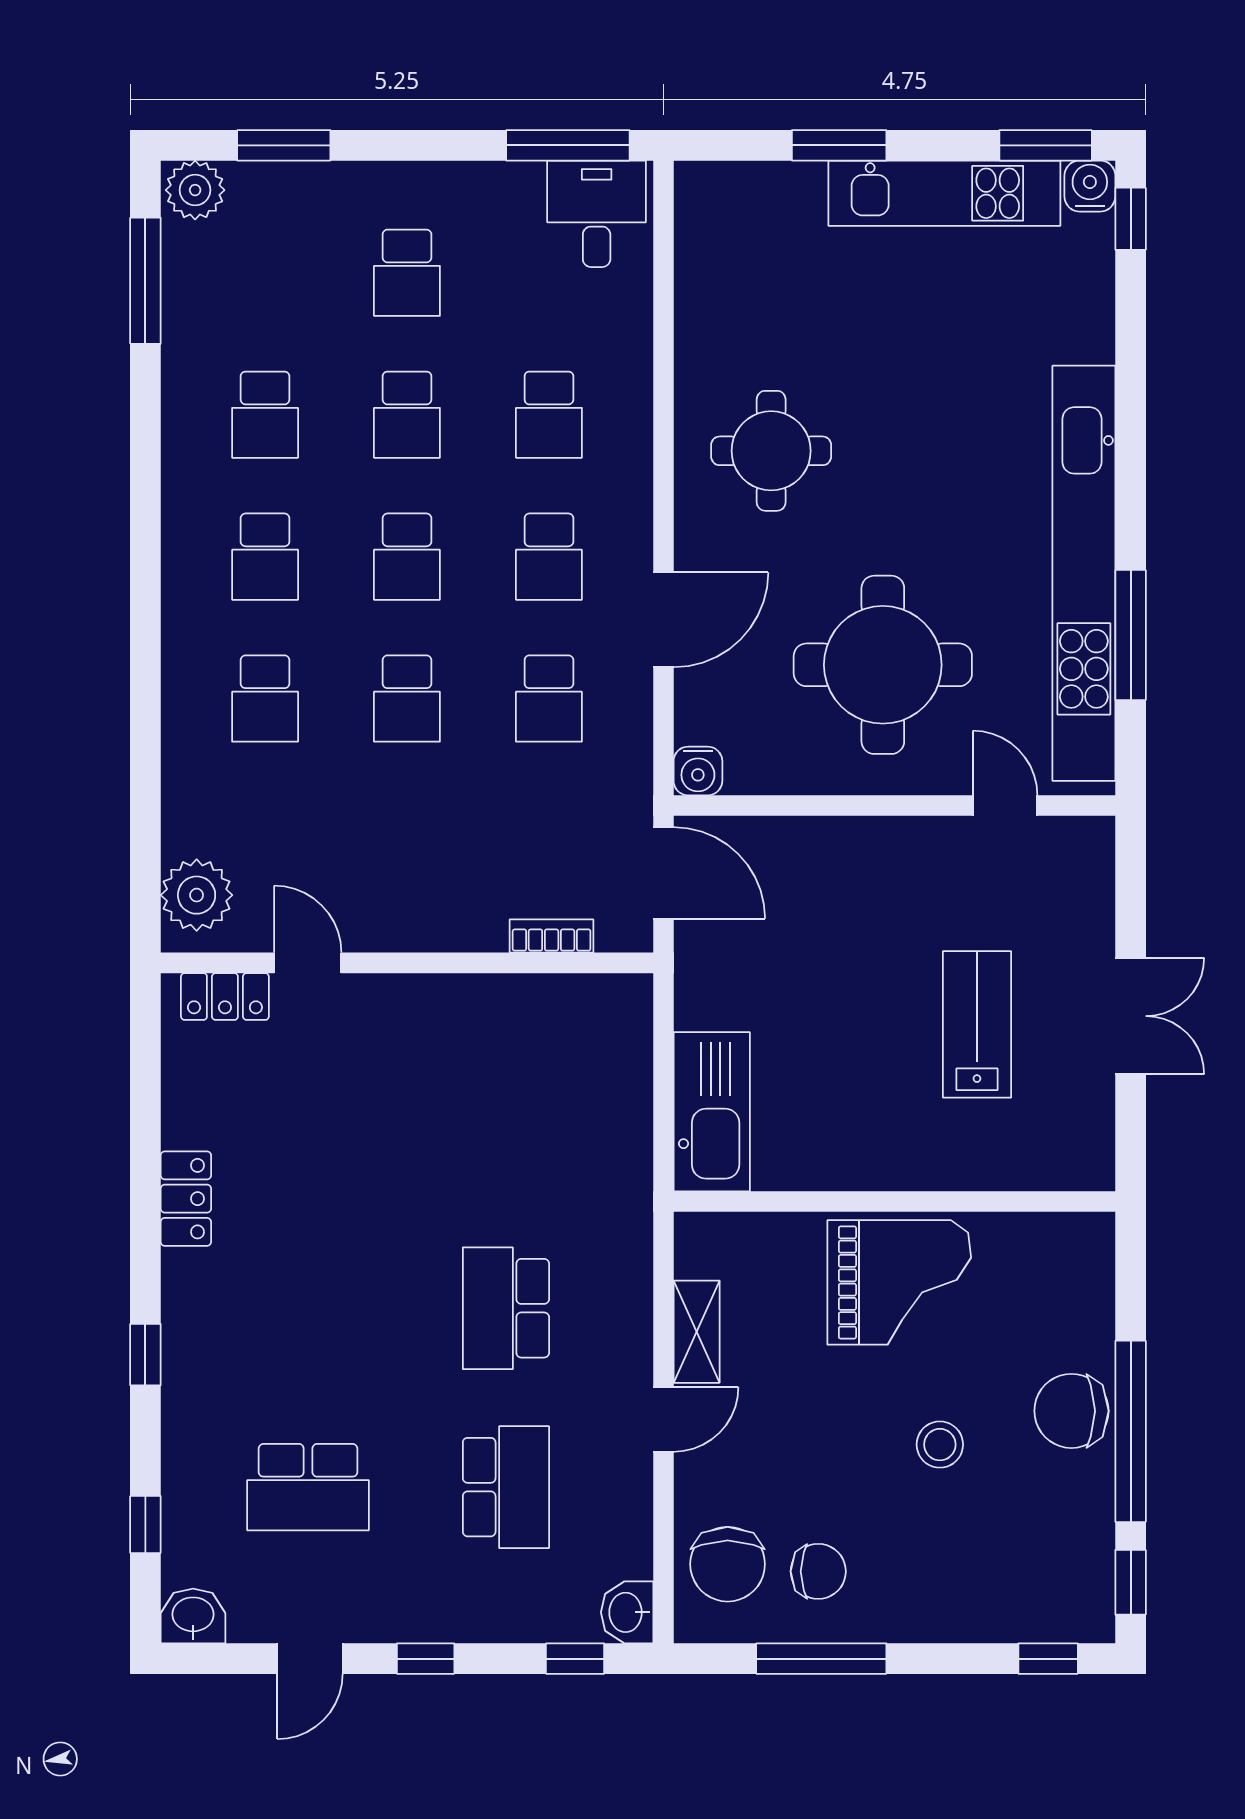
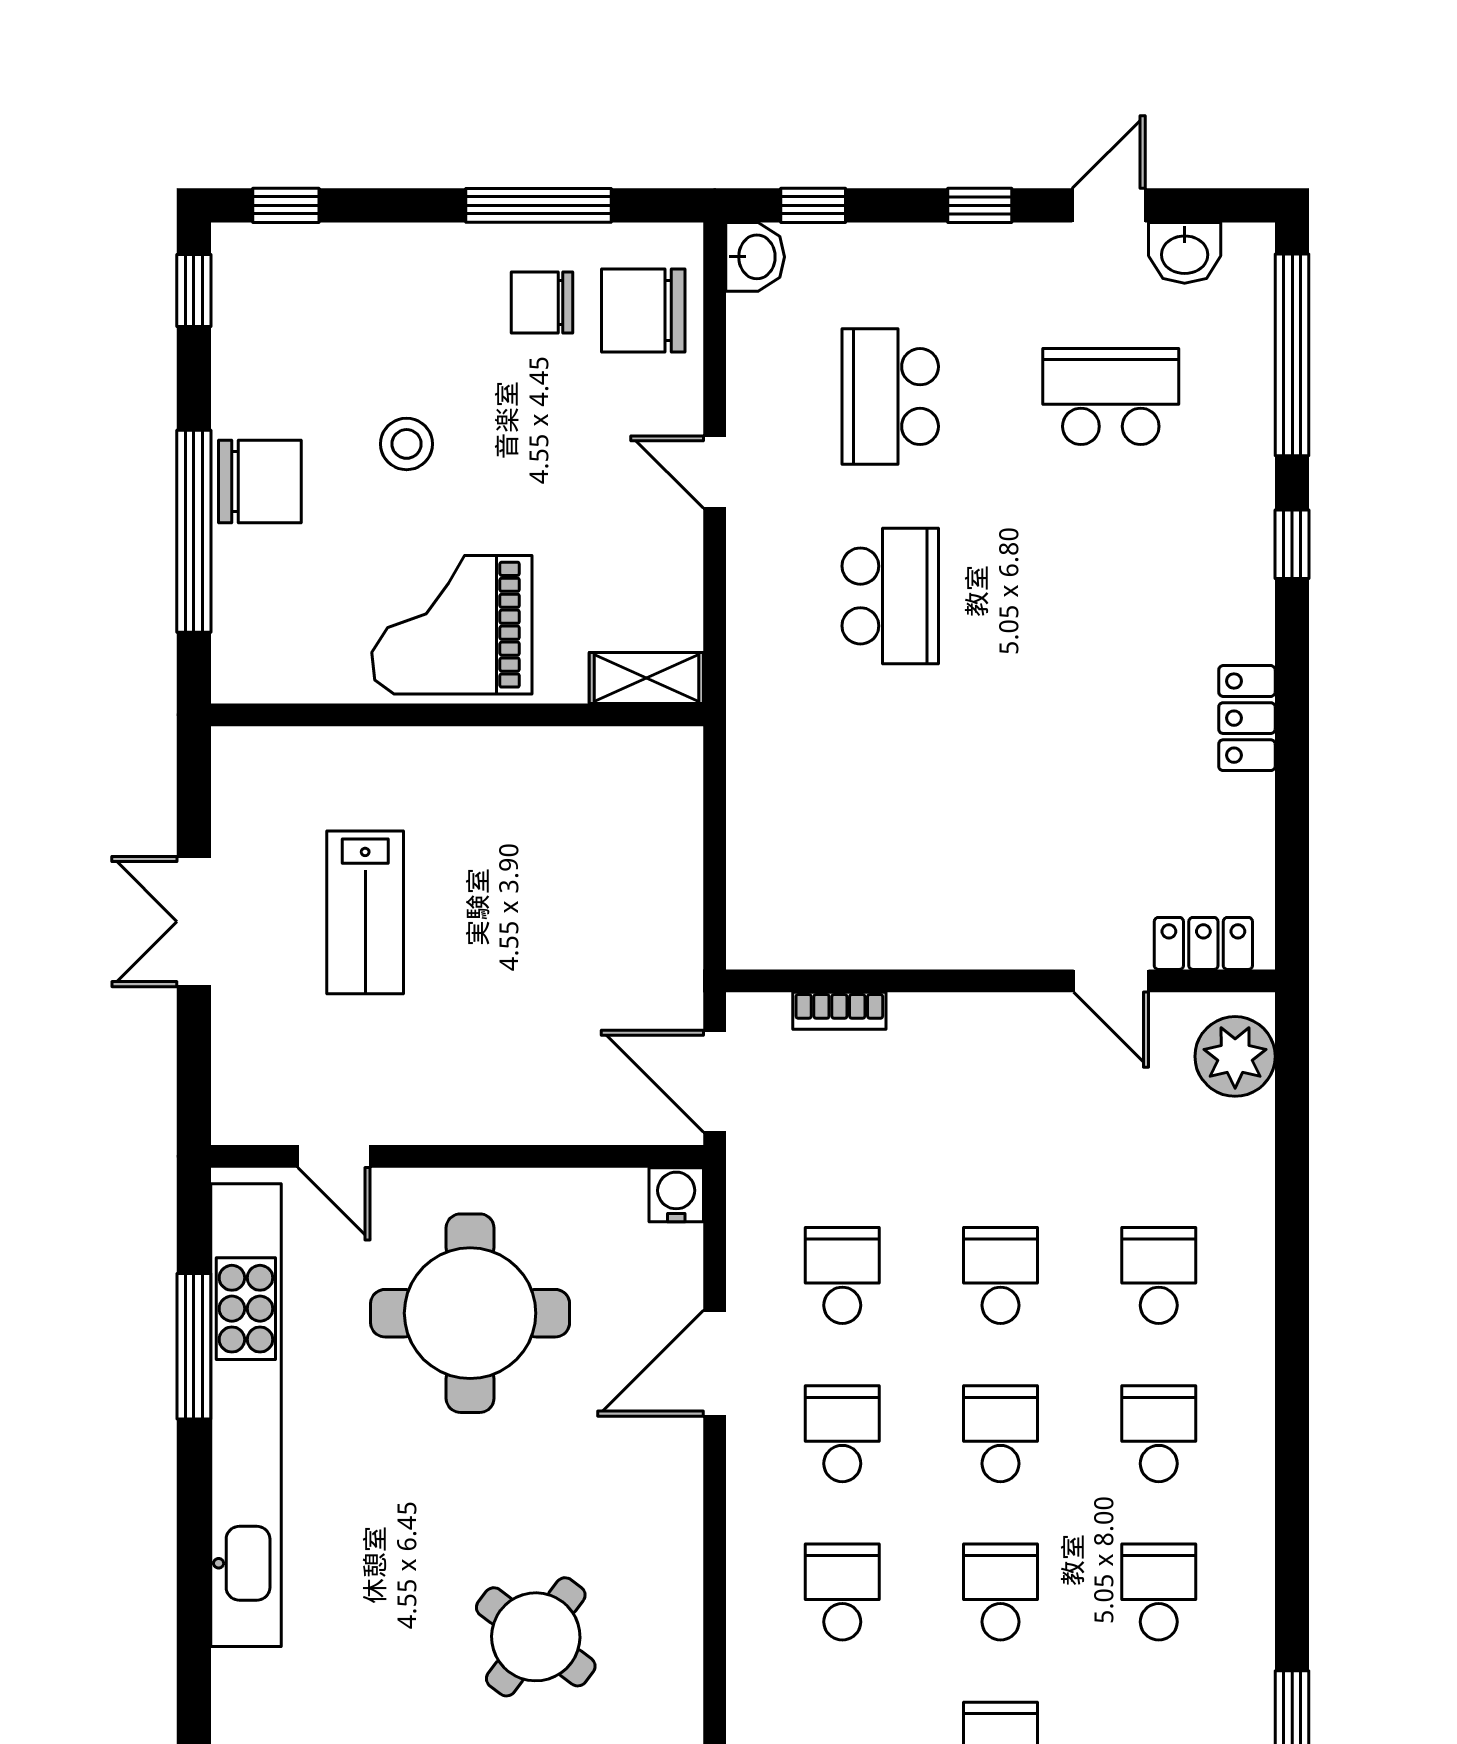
round table: (771, 451) -> (536, 1637), moved, turned 37
kitchen sink: (712, 1112) -> (661, 815), removed
shelving: (697, 1332) -> (646, 678), moved, turned 90
door: (663, 1419) -> (715, 472), hinge flipped
window: (1131, 1431) -> (194, 531), moved
window: (145, 1524) -> (1292, 355), width x3.17
chair: (728, 1564) -> (643, 311), turned -90
washbasin: (193, 1616) -> (1185, 253), moved

